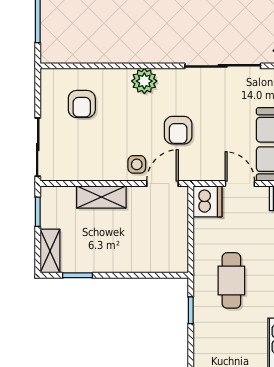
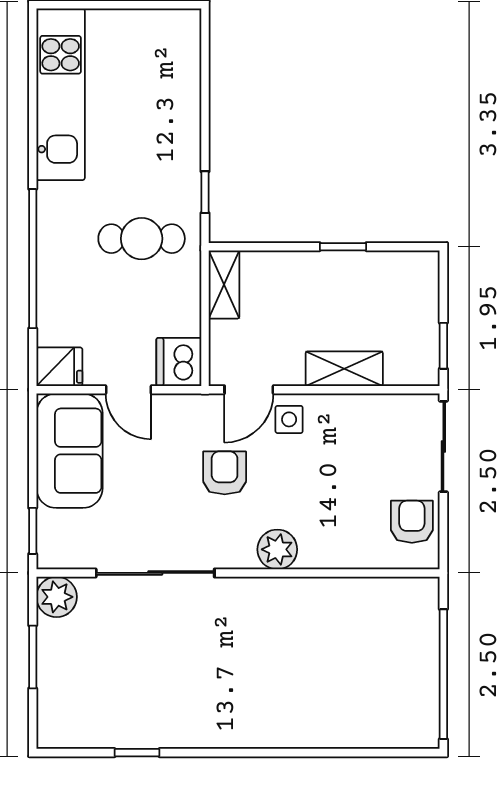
armchair: (82, 104) -> (412, 522), moved
shelving: (50, 251) -> (224, 285), moved
window: (78, 275) -> (343, 247), moved
cafe table: (231, 280) -> (142, 239), turned 90

